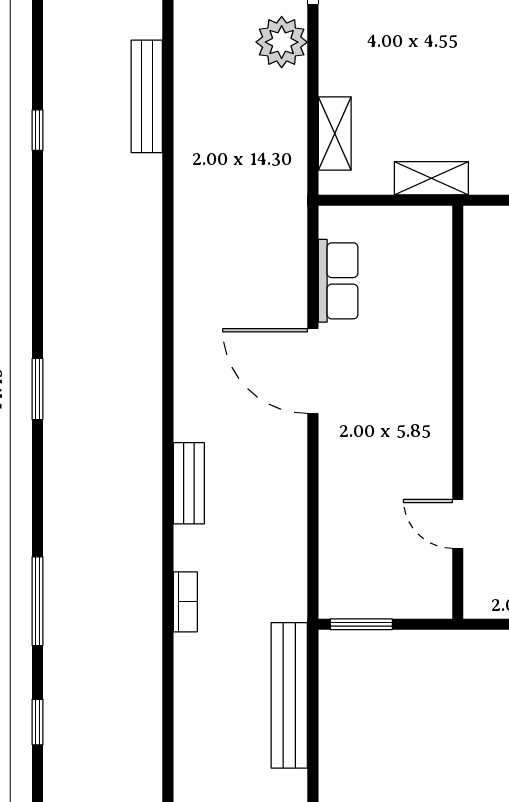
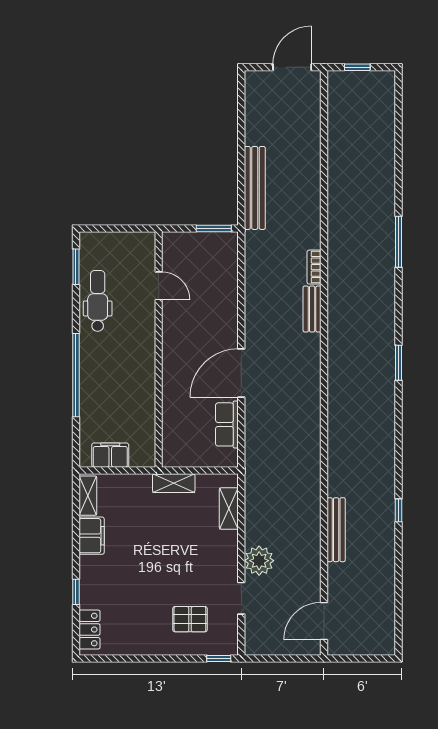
door: (313, 371) -> (241, 373), swing flipped
bookcase: (185, 602) -> (314, 267), moved
window: (37, 722) -> (398, 173), removed

